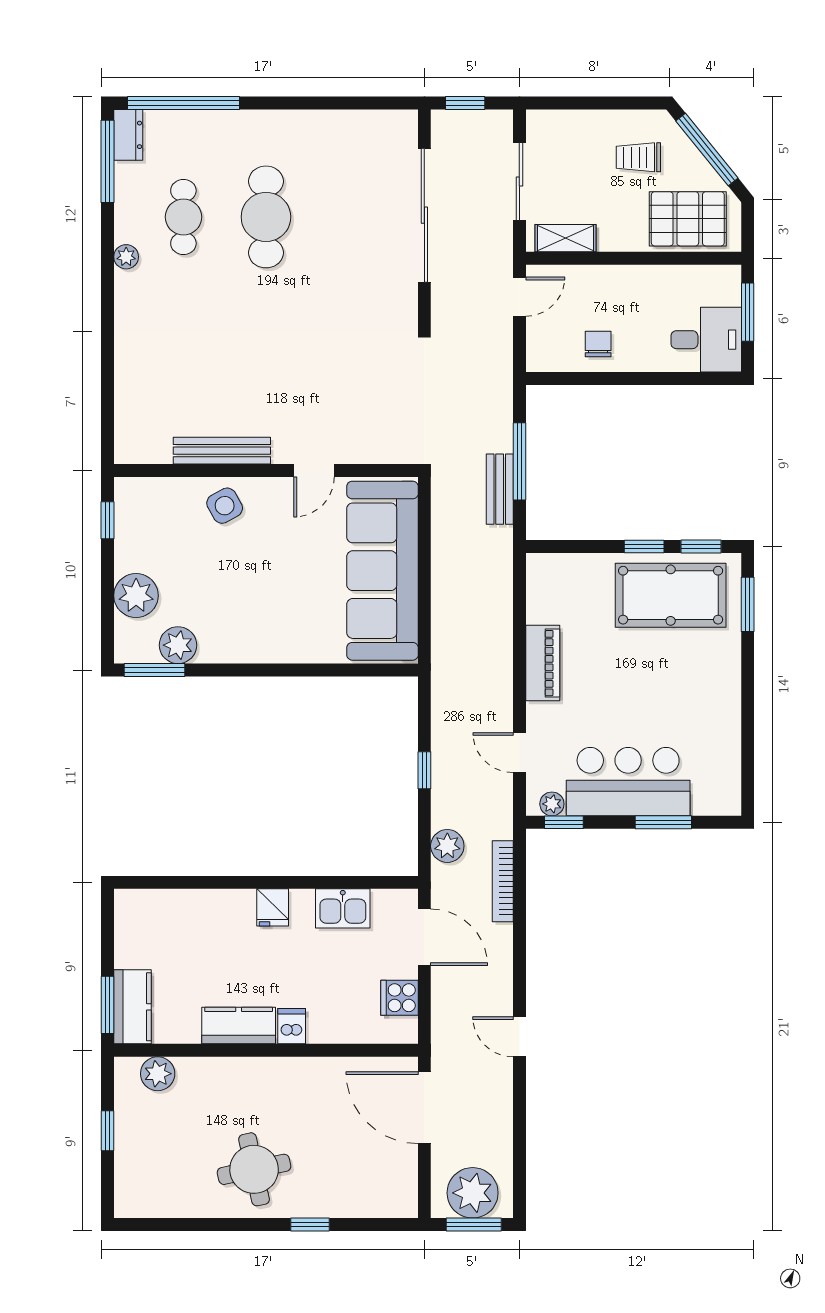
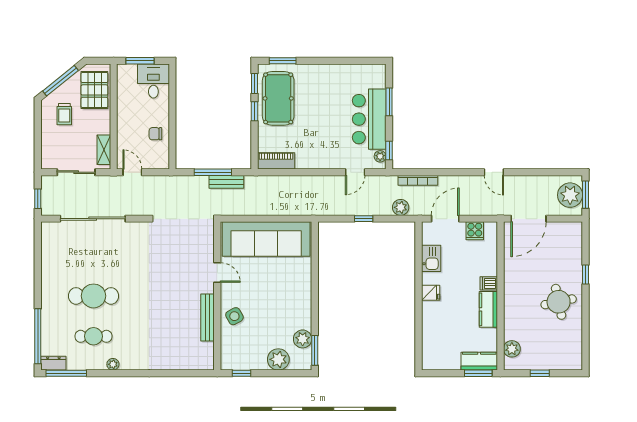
piano: (543, 663) -> (276, 161), moved
door: (519, 1037) -> (494, 172), hinge flipped

